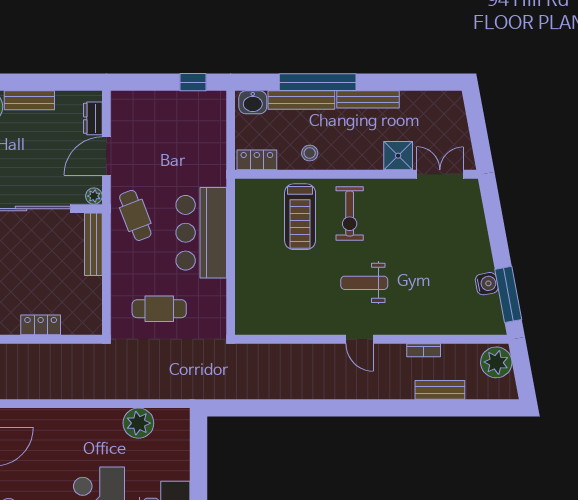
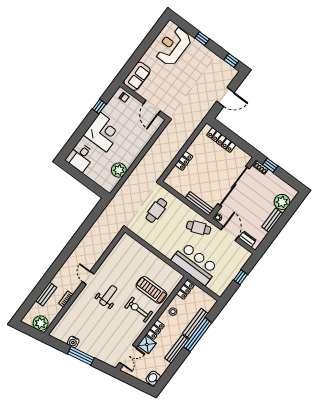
window: (193, 82) -> (240, 277), moved
washbasin: (253, 102) -> (153, 378), moved
locker: (362, 160) -> (155, 330), added
bar counter: (201, 233) -> (195, 264), moved
window: (508, 294) -> (81, 356), moved
door: (360, 339) -> (88, 278), hinge flipped

